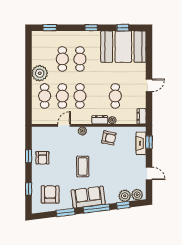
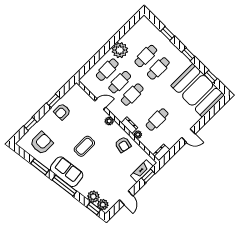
window: (50, 28) -> (167, 33), moved
window: (123, 205) -> (94, 208), moved

